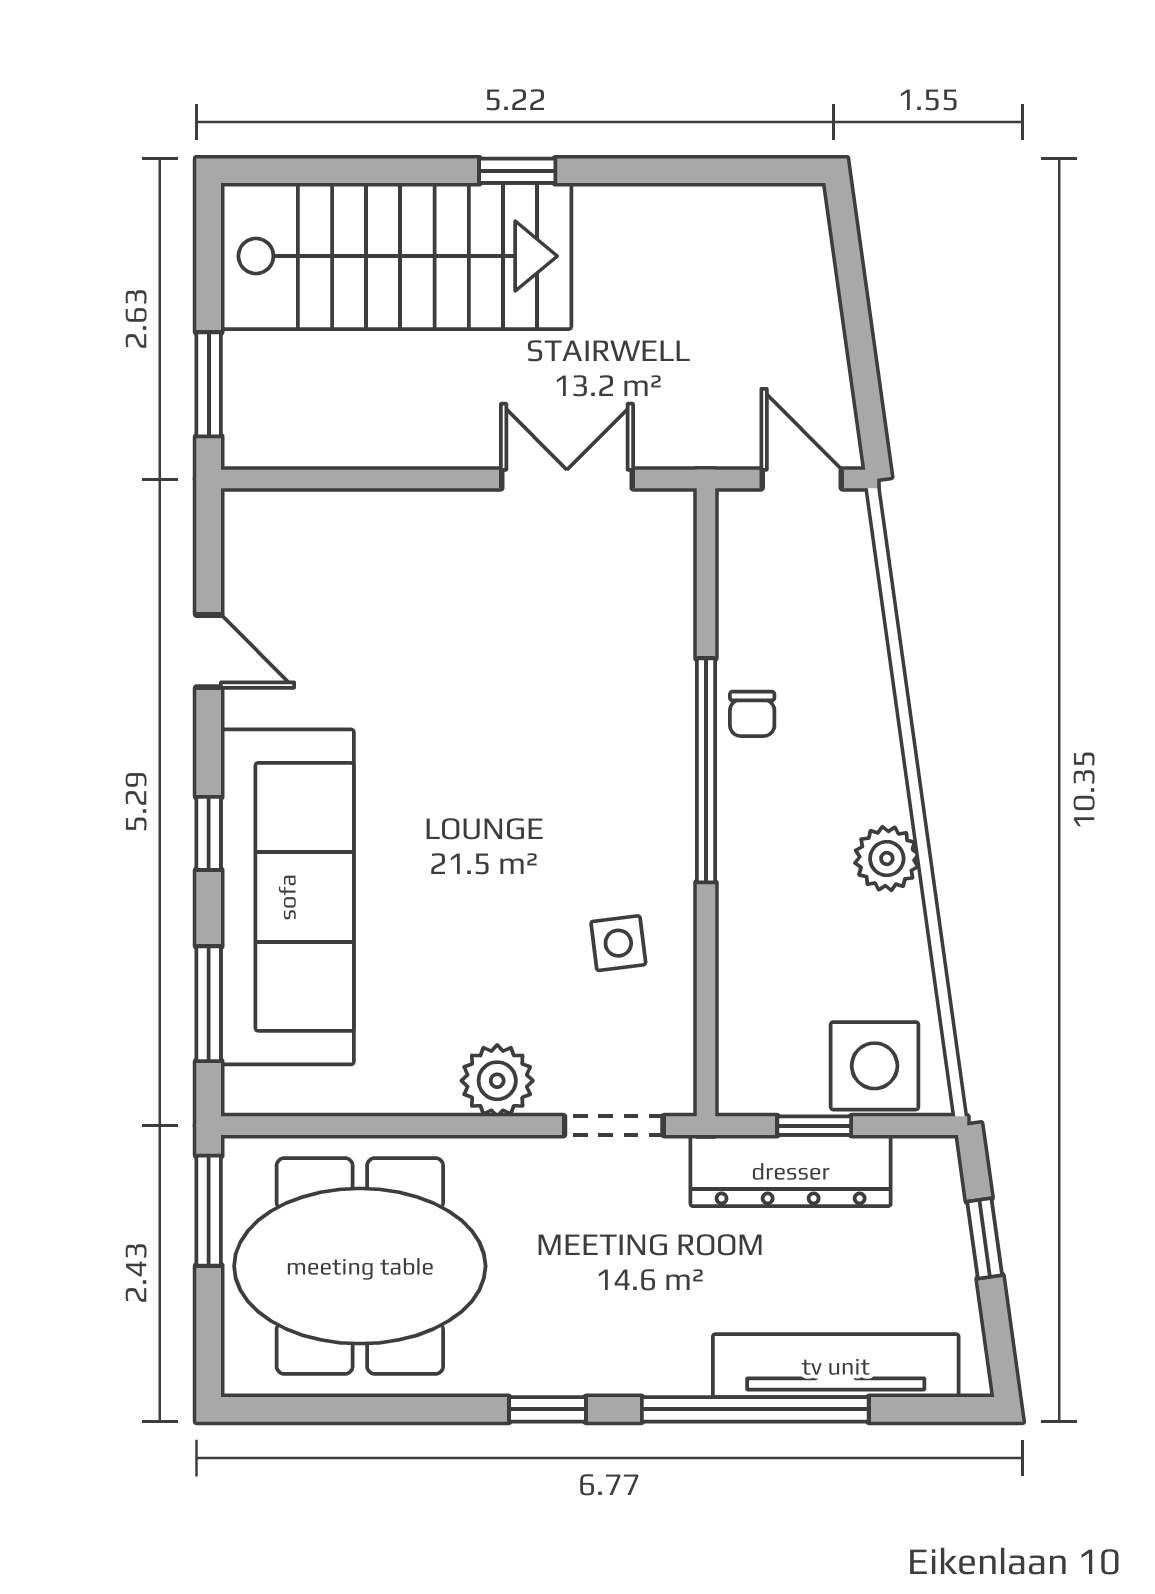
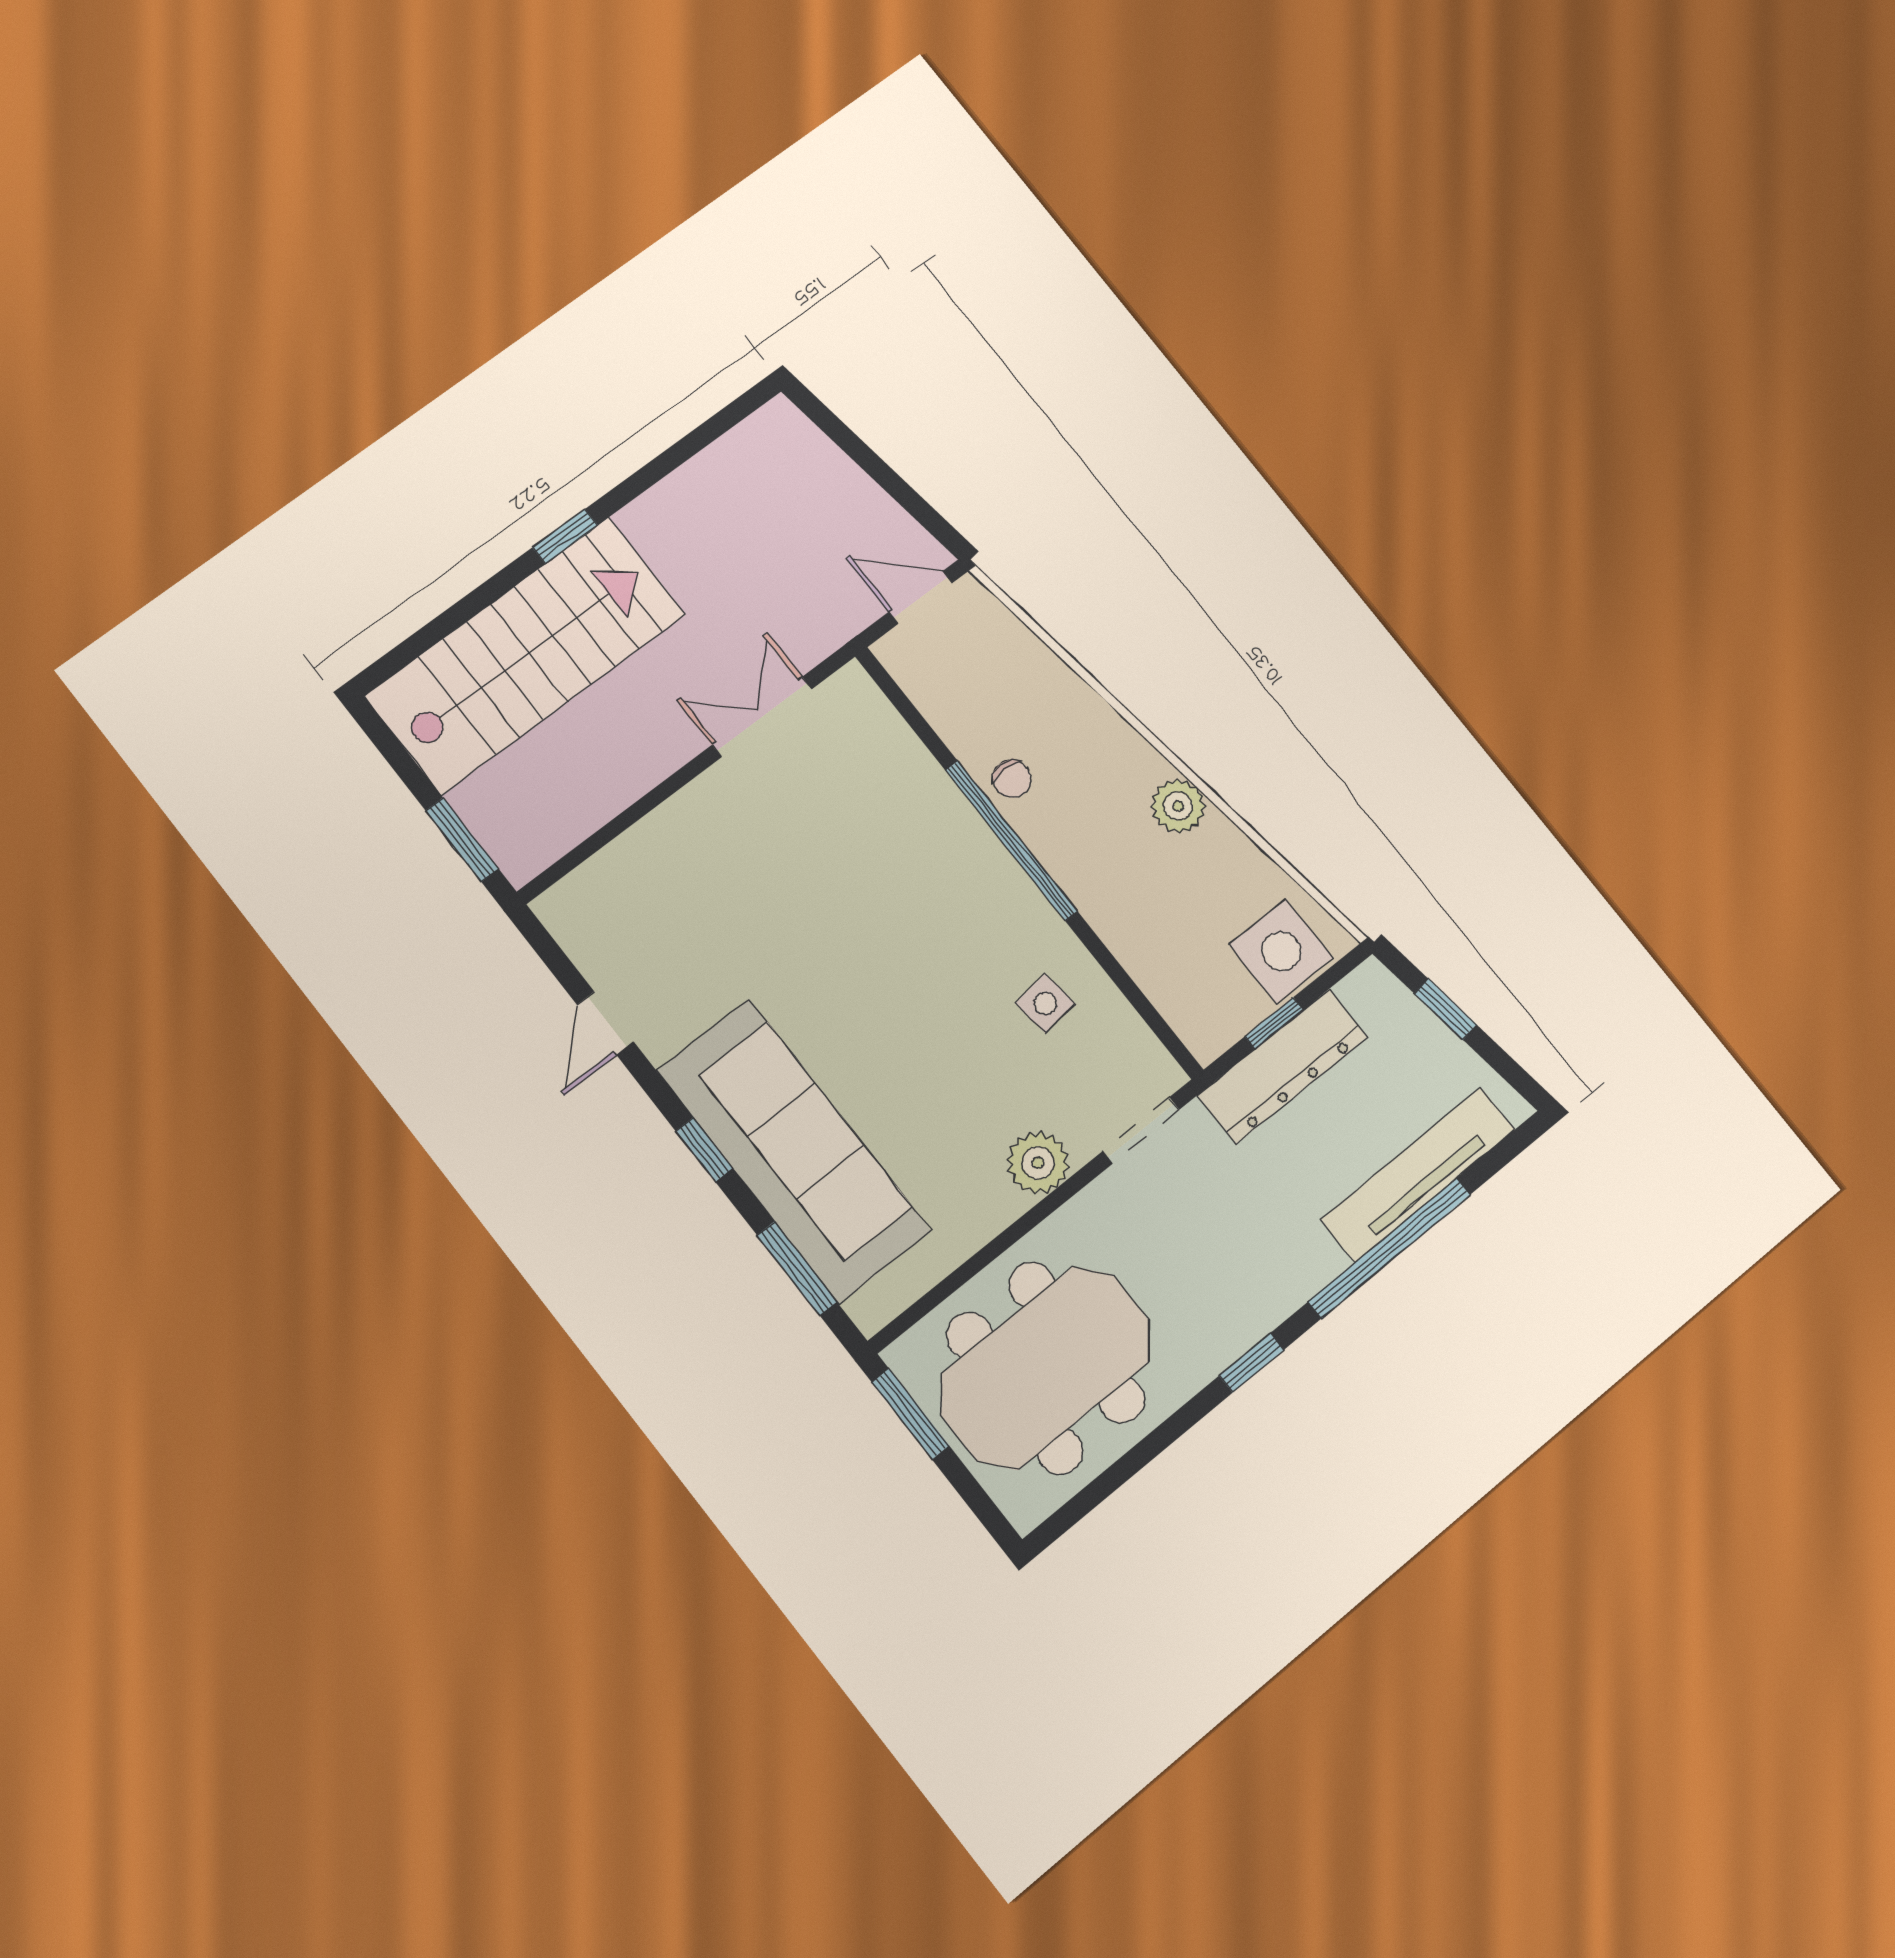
door: (209, 651) -> (605, 1023), swing flipped

